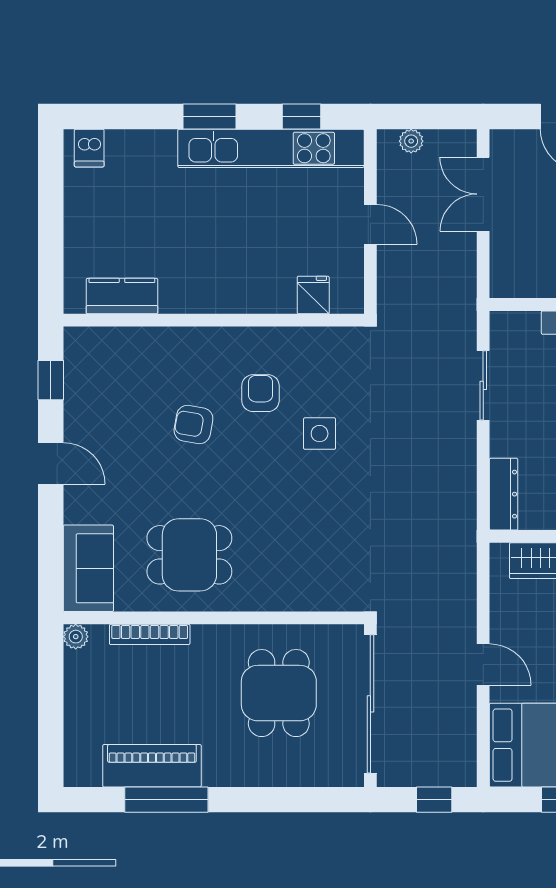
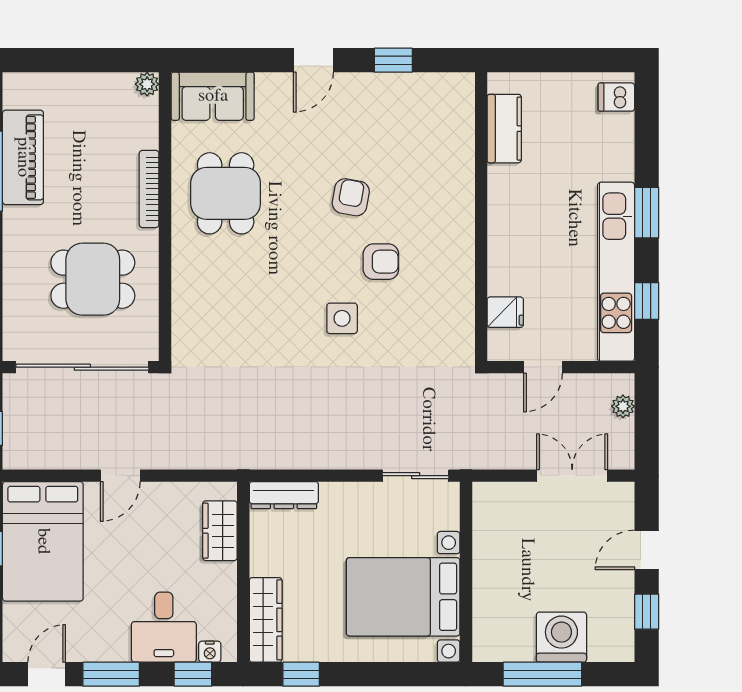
fridge: (313, 295) -> (505, 312), moved
kitchen counter: (122, 296) -> (504, 129), moved
wall: (214, 320) -> (481, 217), moved
sliding door: (483, 385) -> (416, 476), moved
bookcase: (150, 634) -> (149, 189), moved

